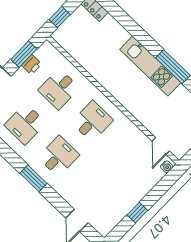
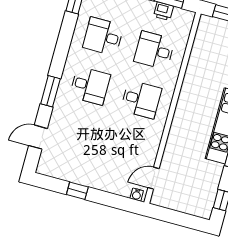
window: (33, 178) -> (50, 91), moved

